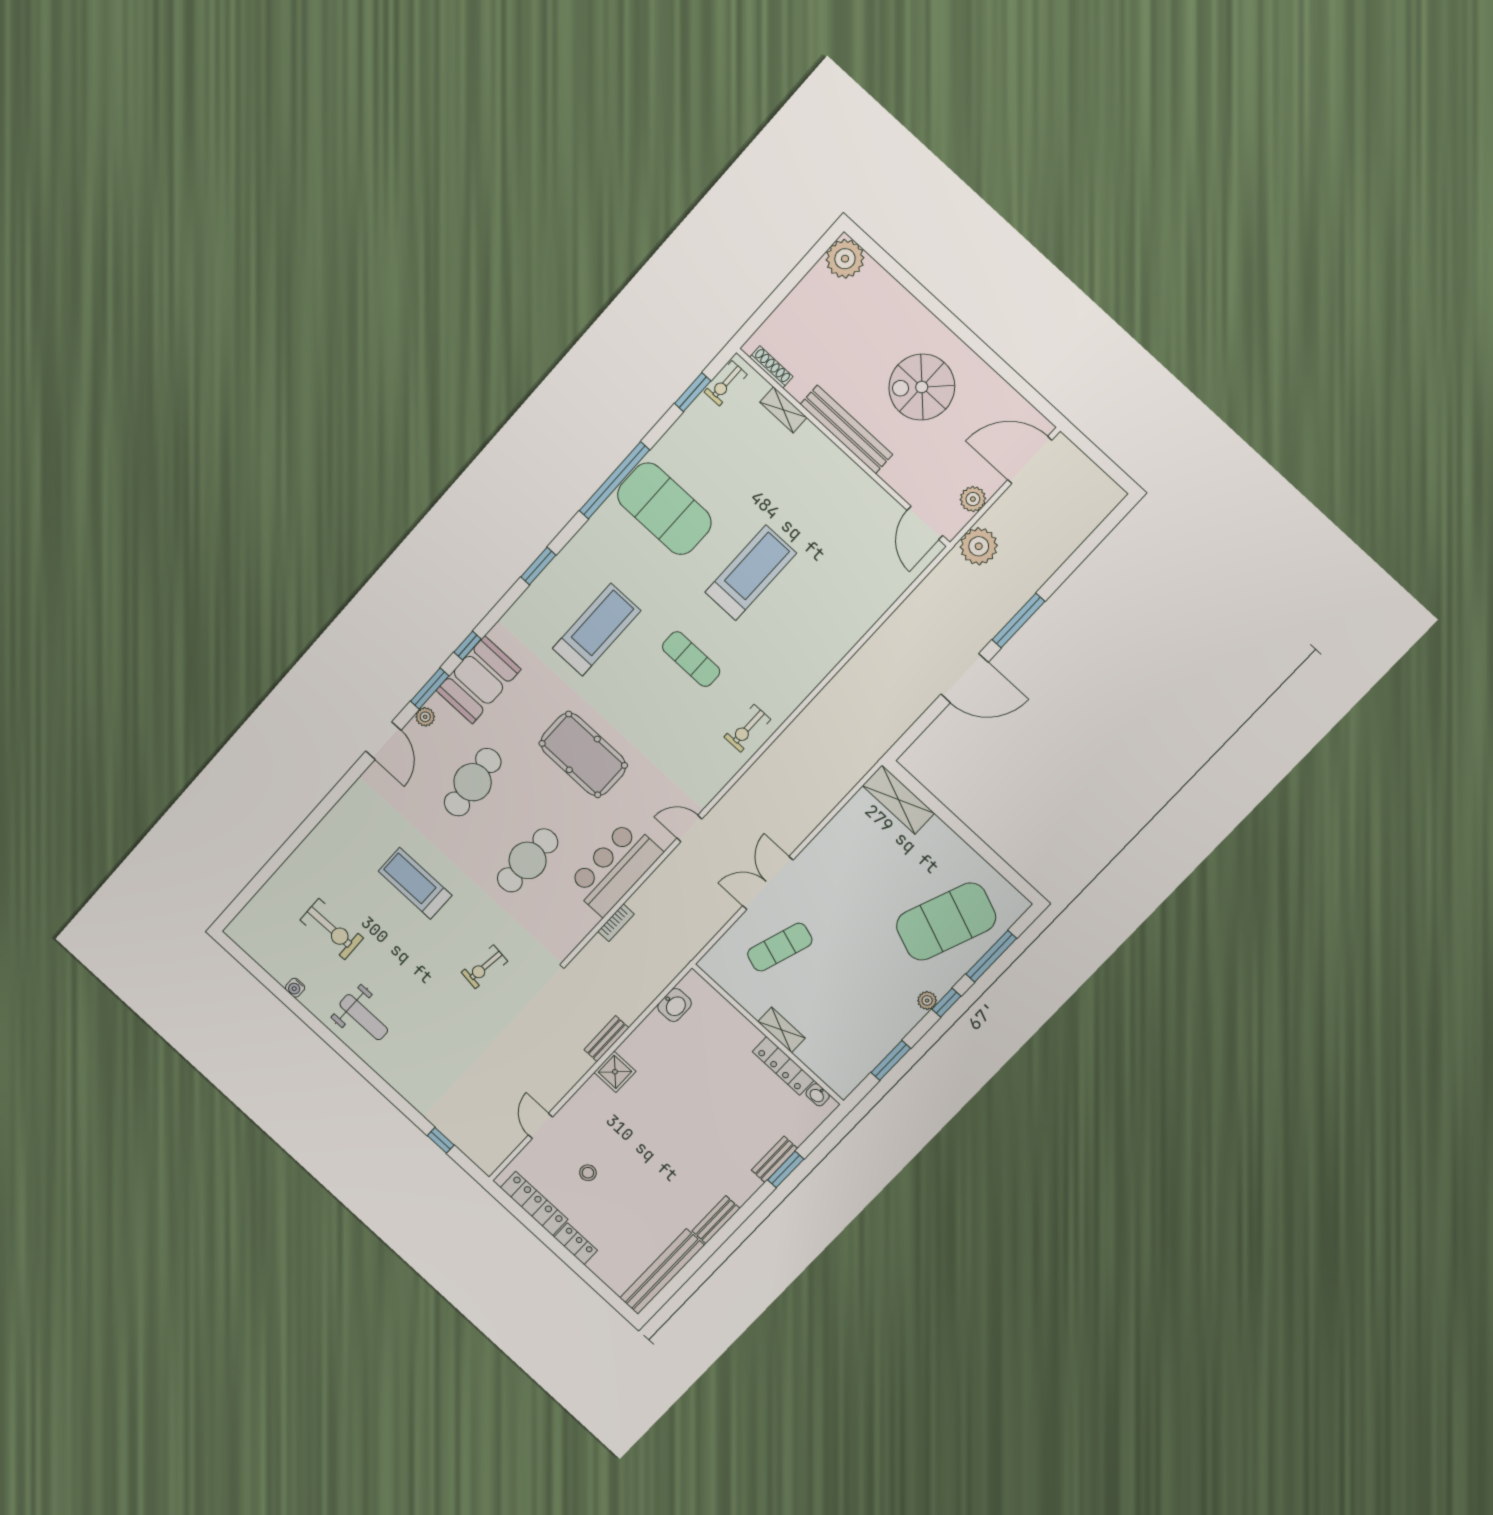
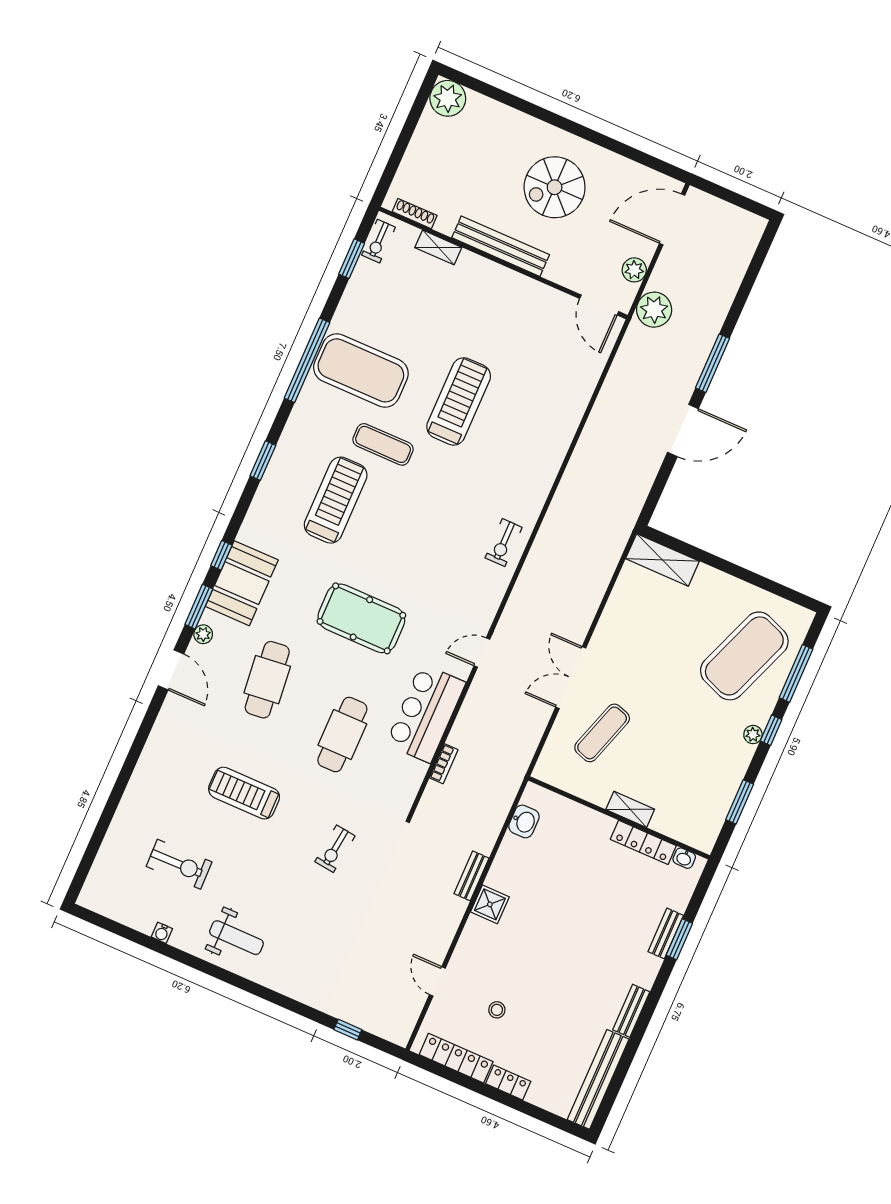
exercise mat: (691, 659) -> (383, 444), moved

